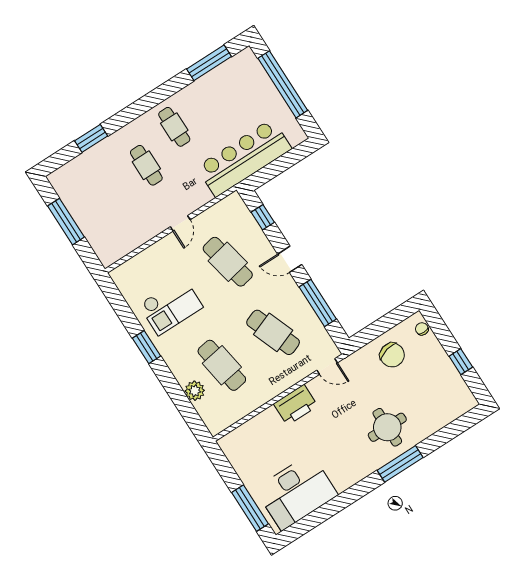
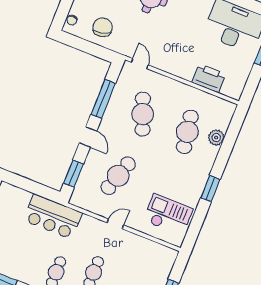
bar counter: (244, 158) -> (53, 217), width x0.73
window: (263, 217) -> (73, 174), width x1.50
cafe table: (228, 262) -> (118, 176), turned 30
checkout: (171, 306) -> (168, 215), moved
printer: (296, 405) -> (209, 78), moved

